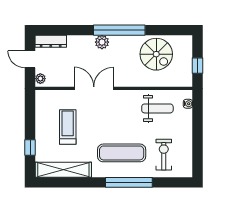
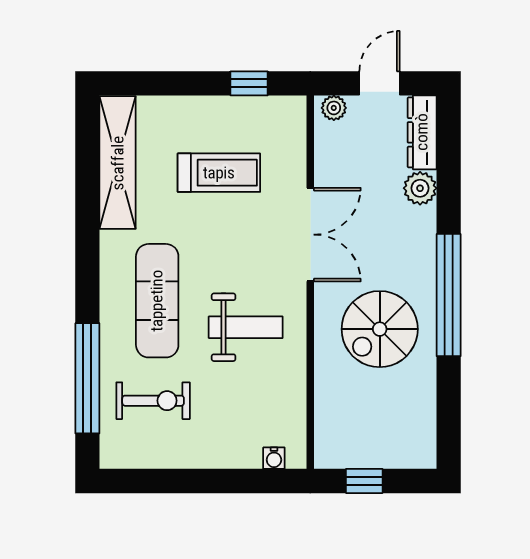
plant: (102, 42) -> (420, 188), moved
spiral stairs: (156, 54) -> (380, 329), moved
weight bench: (157, 108) -> (246, 327), moved, turned -90
window: (30, 147) -> (249, 83), moved
window: (129, 182) -> (87, 378), moved

